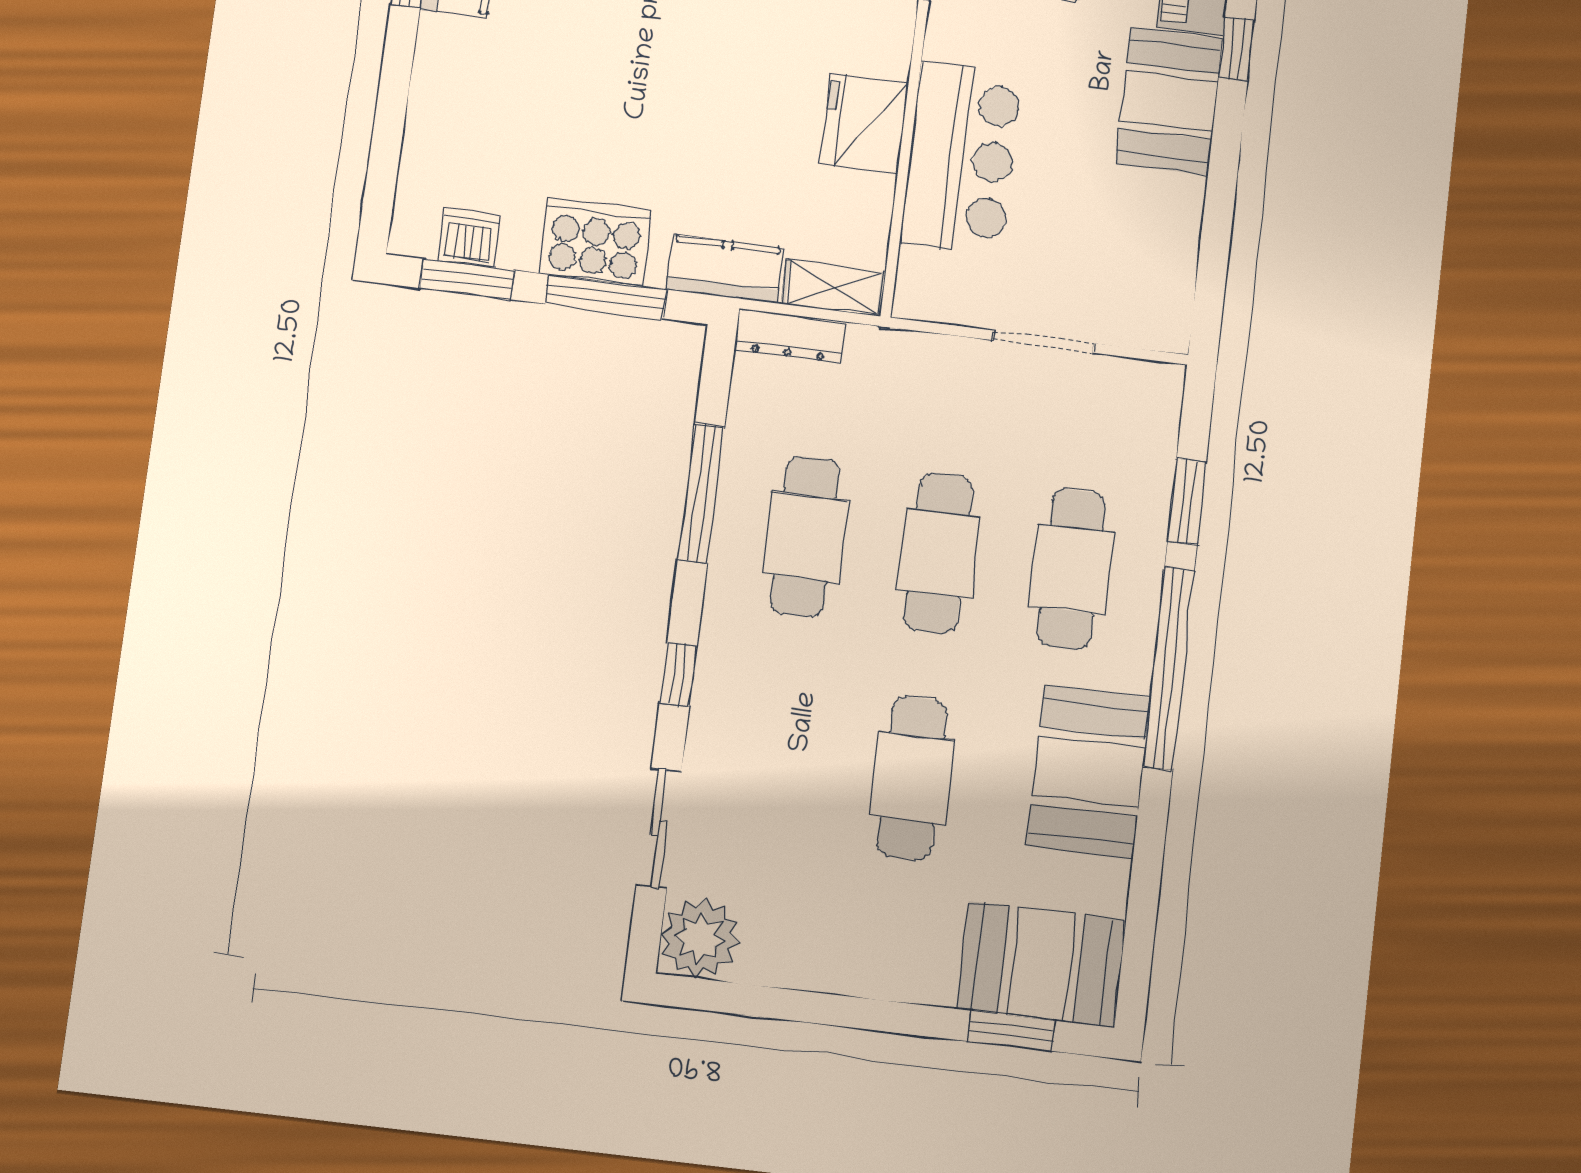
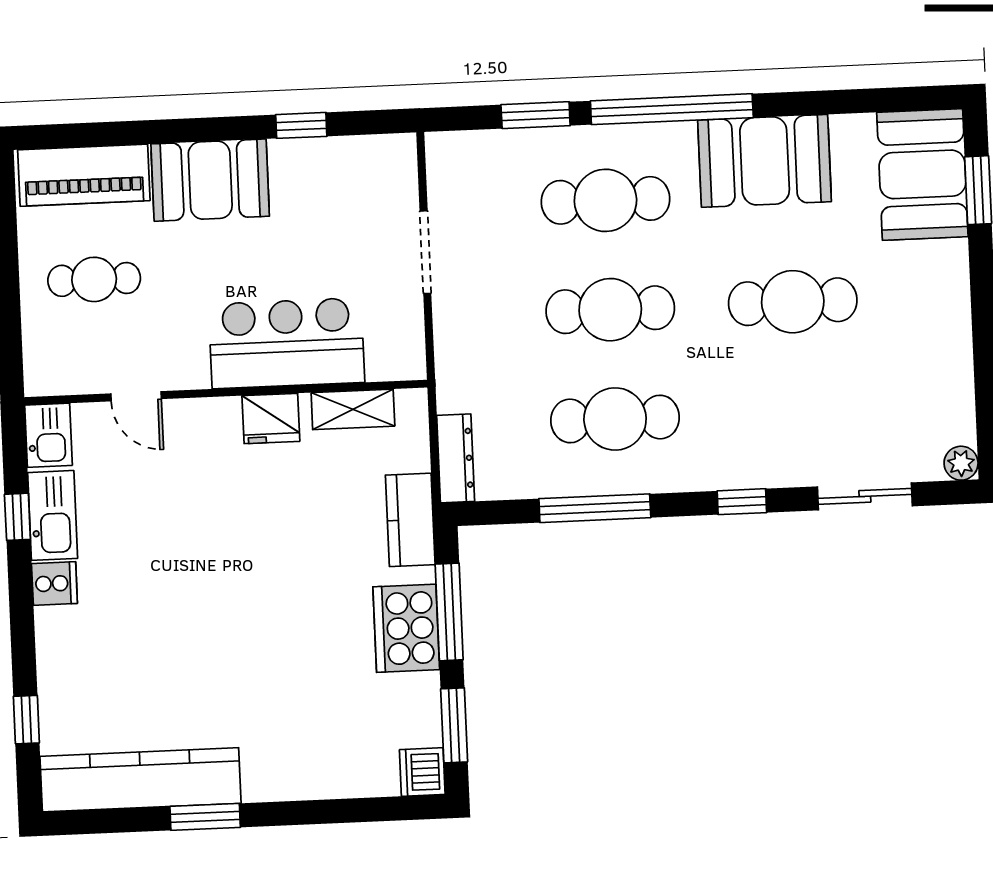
window: (1236, 49) -> (301, 125), moved
fridge: (865, 123) -> (271, 418), width x0.73, depth x0.75
dishwasher: (469, 238) -> (422, 772), moved
shelving: (834, 288) -> (353, 409), moved, turned 90
plant: (700, 938) -> (961, 463), width x0.53, depth x0.53

